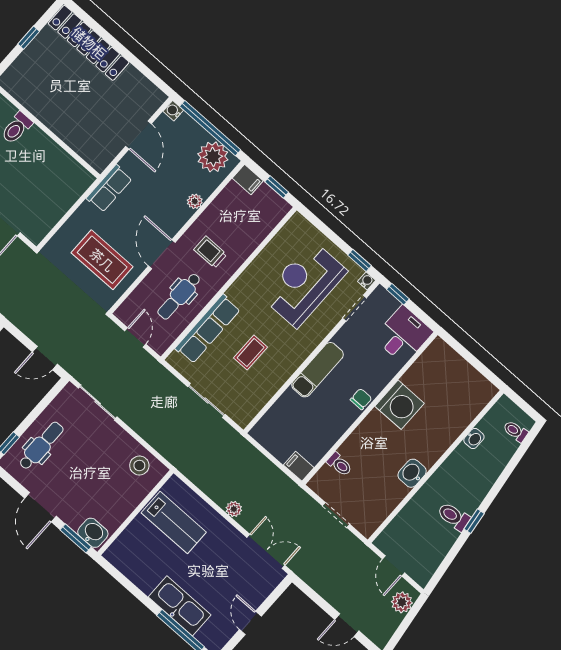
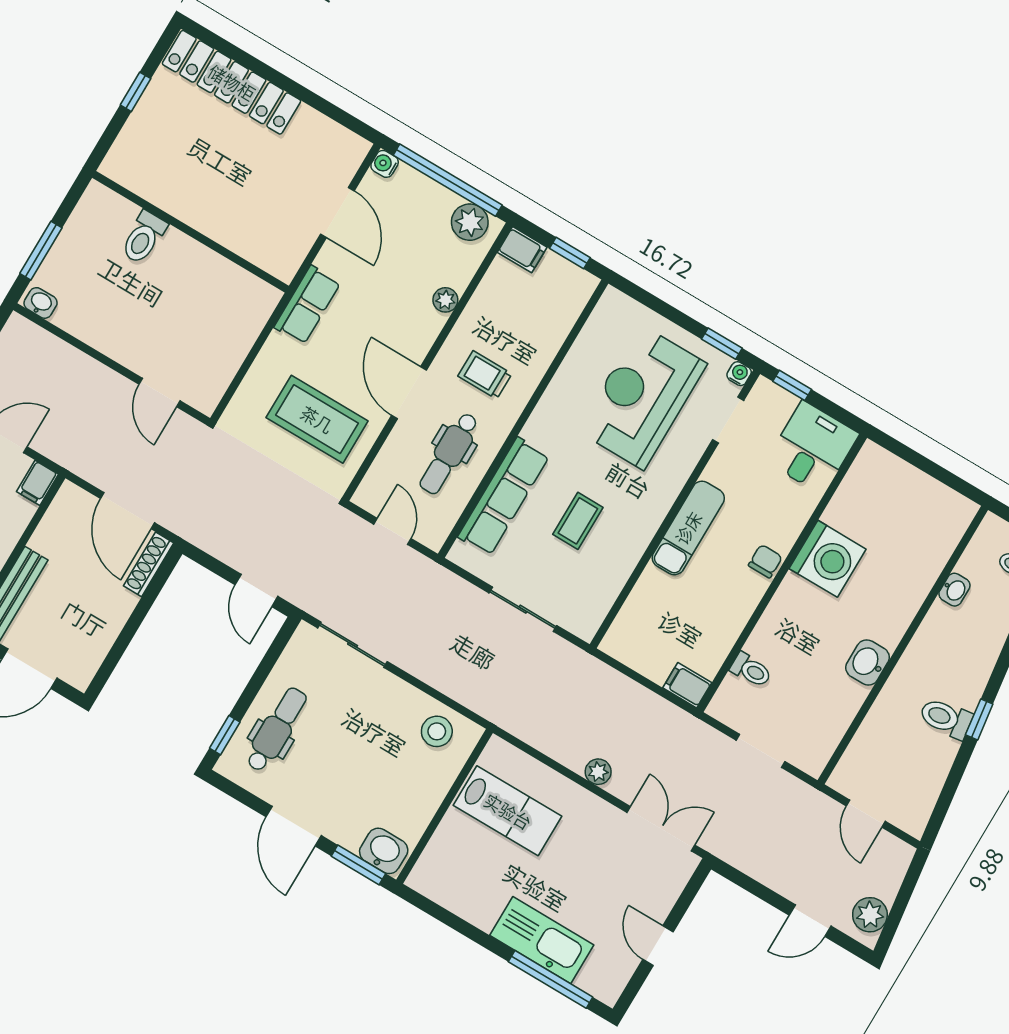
plant: (213, 157) -> (470, 222), width x0.73, depth x0.73
door: (45, 358) -> (256, 591), hinge flipped
plant: (402, 602) -> (870, 915), moved

